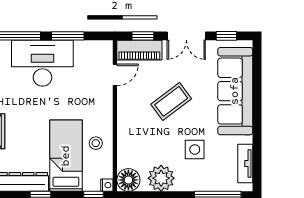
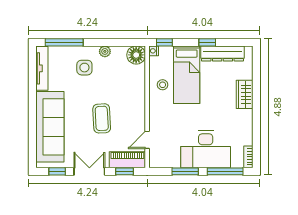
coffee table: (171, 101) -> (102, 118), turned -56
side table: (195, 150) -> (84, 68), moved
tv unit: (245, 163) -> (42, 68), width x1.41
plant: (161, 178) -> (105, 51), width x0.53, depth x0.53

